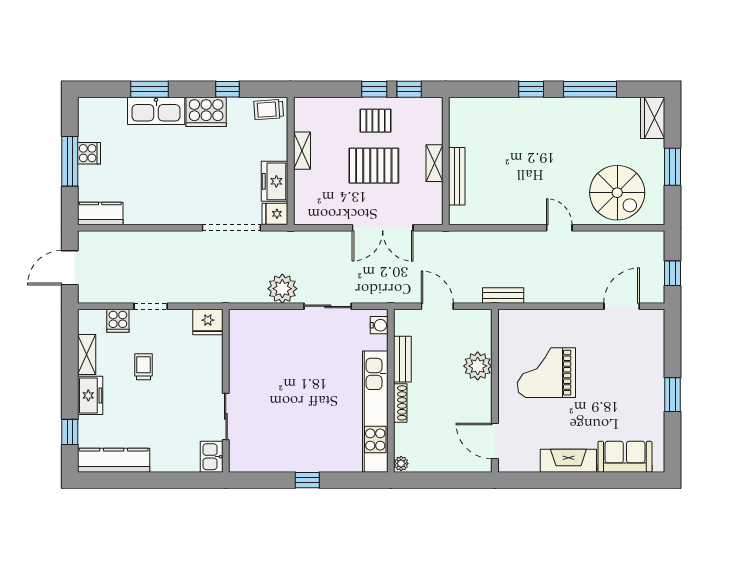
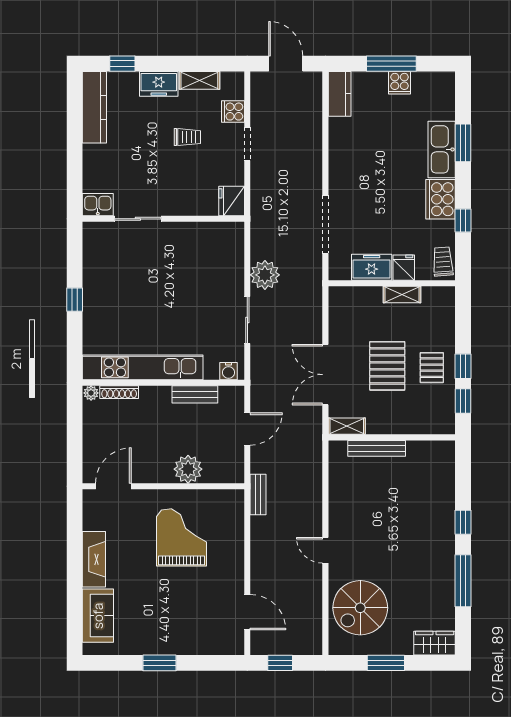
shelving: (434, 163) -> (347, 426), moved
fridge: (275, 214) -> (404, 268), moved
door: (559, 228) -> (325, 550), swing flipped
shoe rack: (400, 403) -> (119, 392), moved

